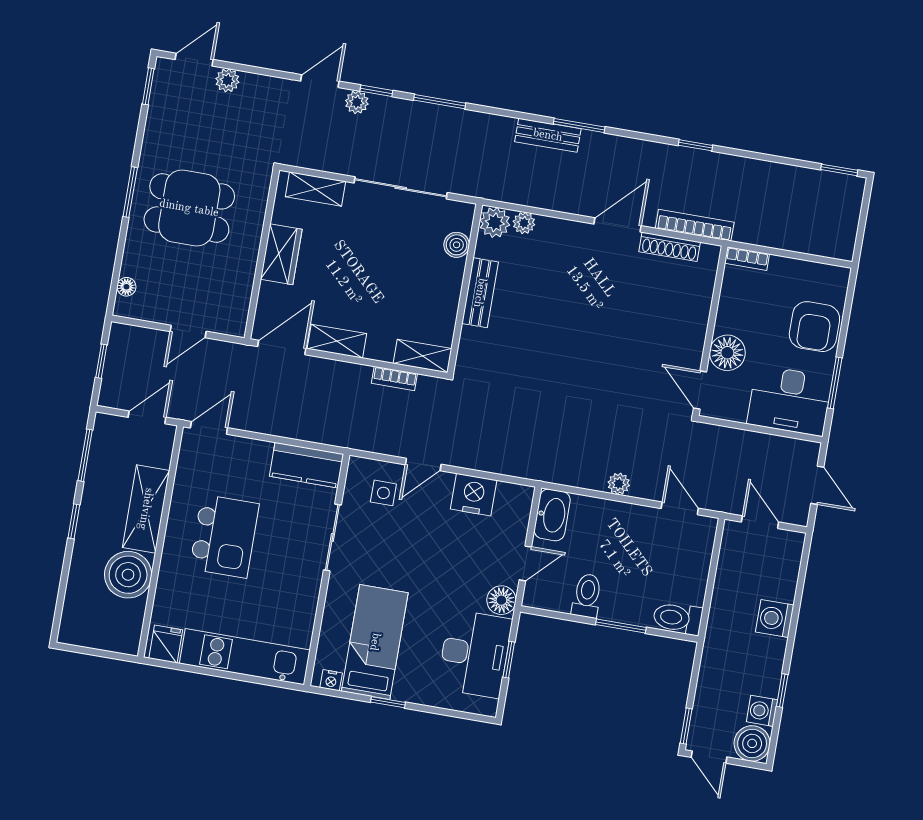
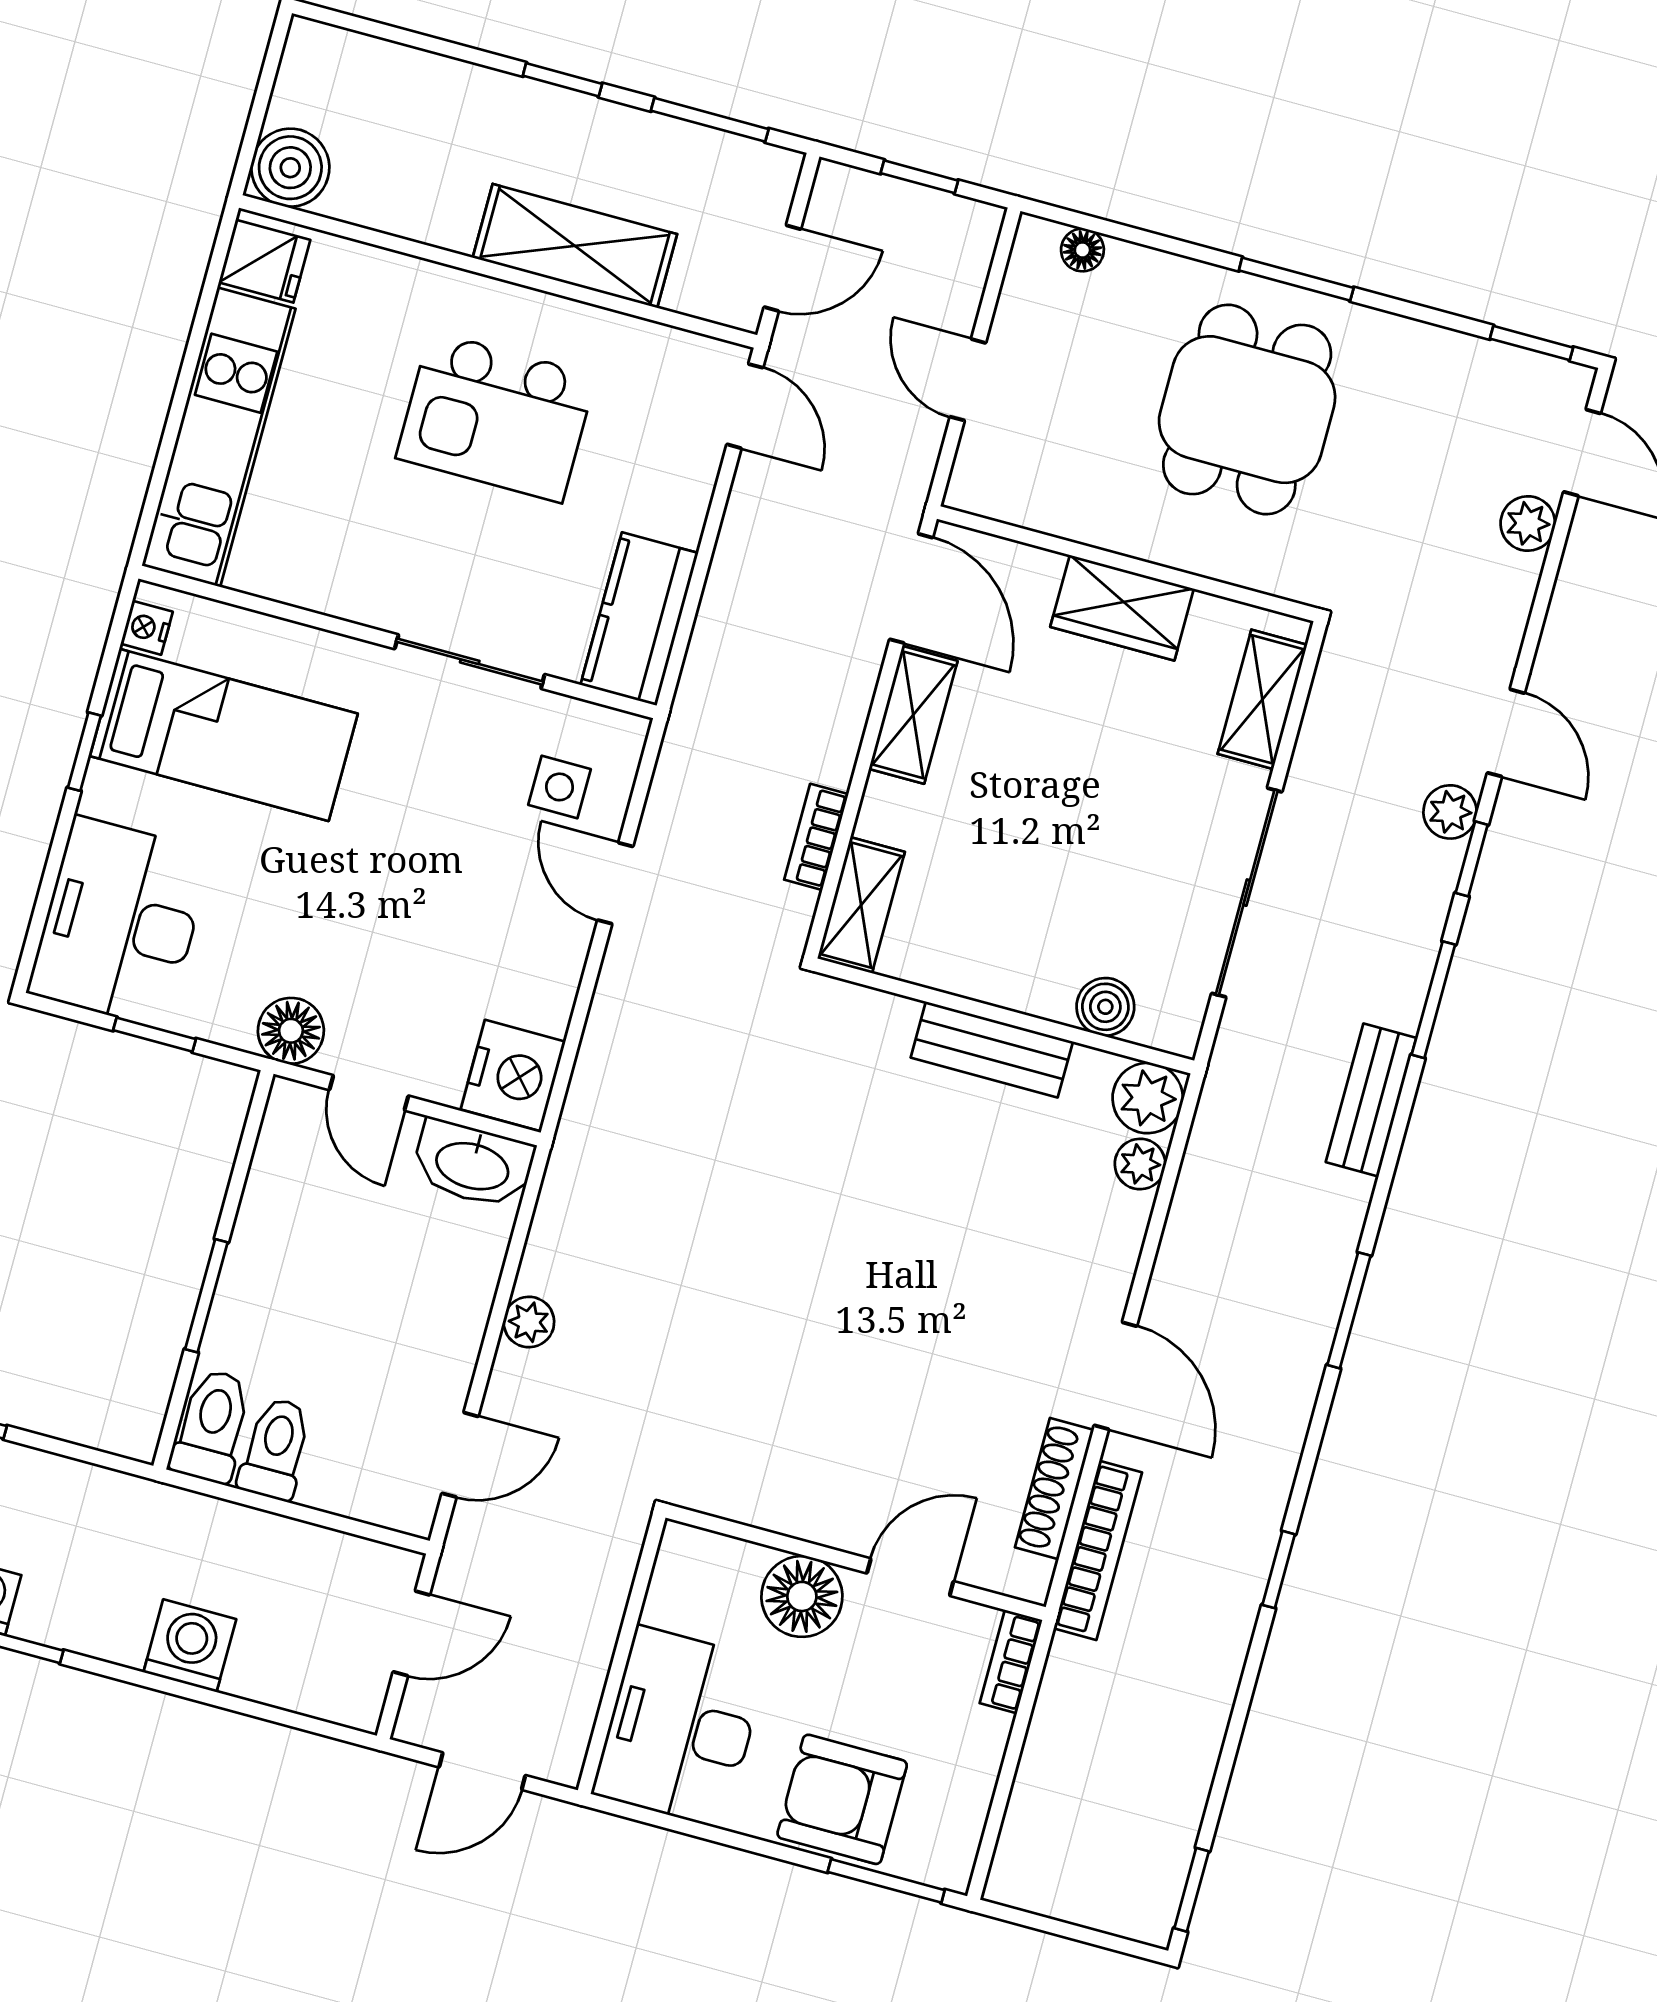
bench: (548, 135) -> (1371, 1100), moved
window: (835, 383) -> (886, 1881), moved
door: (700, 390) -> (910, 1577), moved
door: (147, 417) -> (782, 268), hinge flipped
nightstand: (474, 495) -> (513, 1075), moved
boiler: (128, 575) -> (290, 168), moved, width x0.73, depth x0.73
toilet: (587, 596) -> (275, 1449), moved, turned -90
desk: (475, 654) -> (120, 922), moved, turned 90

